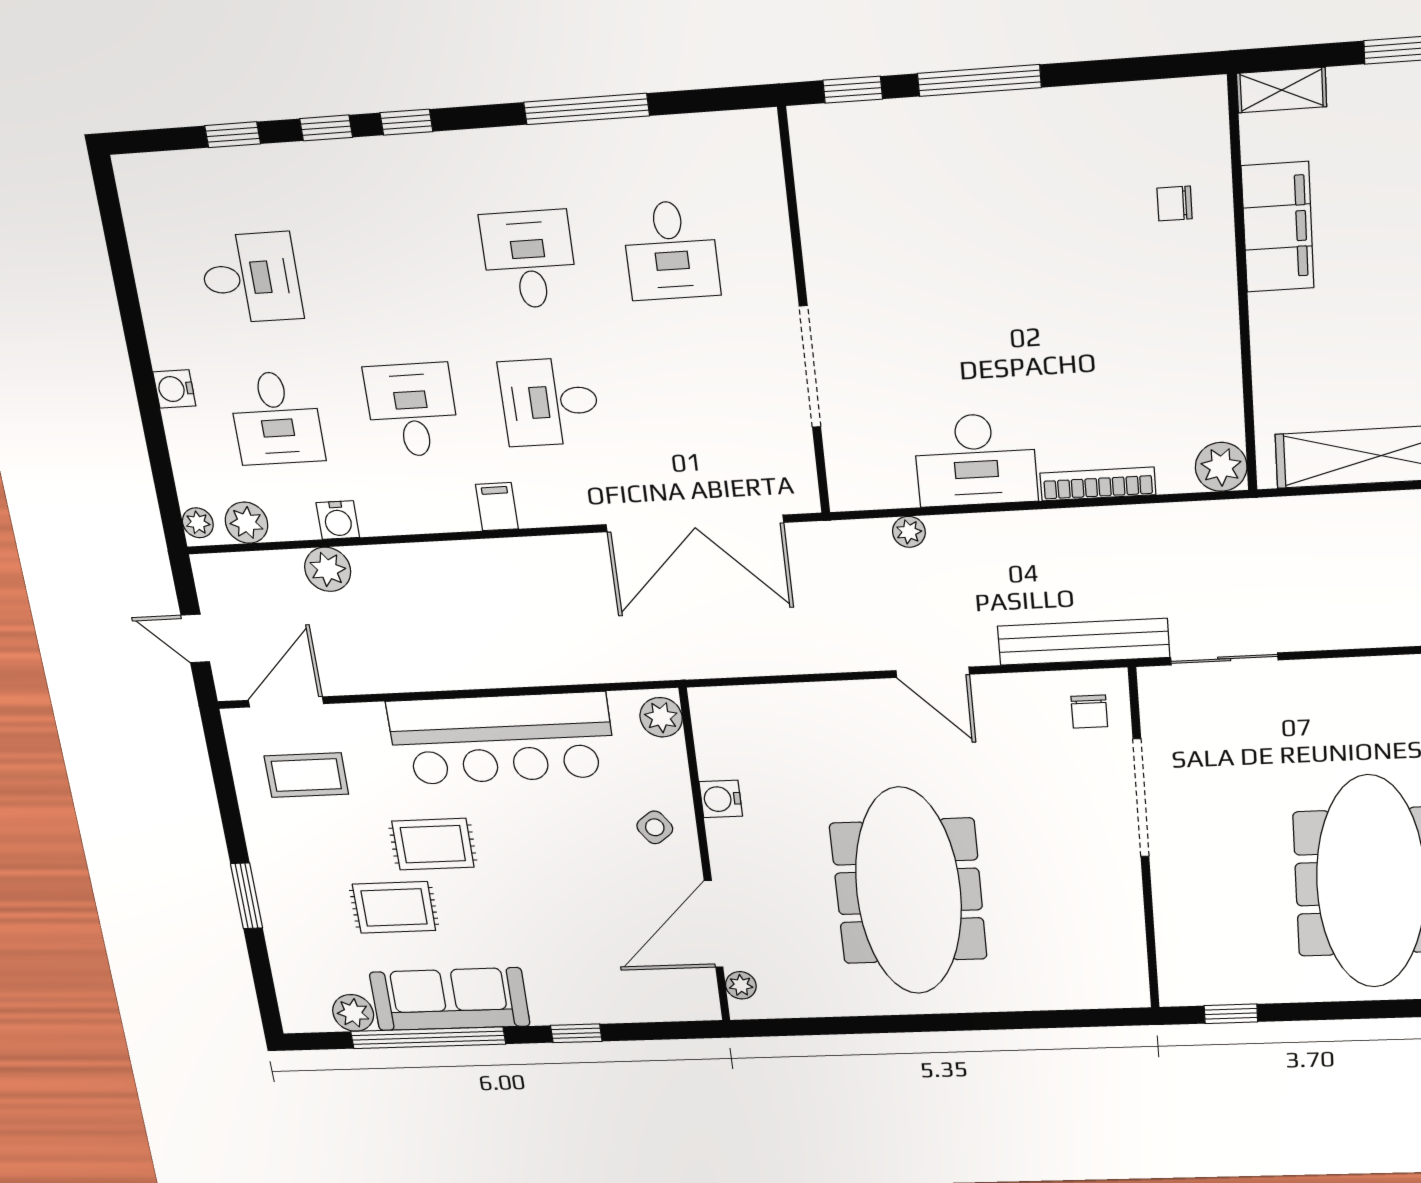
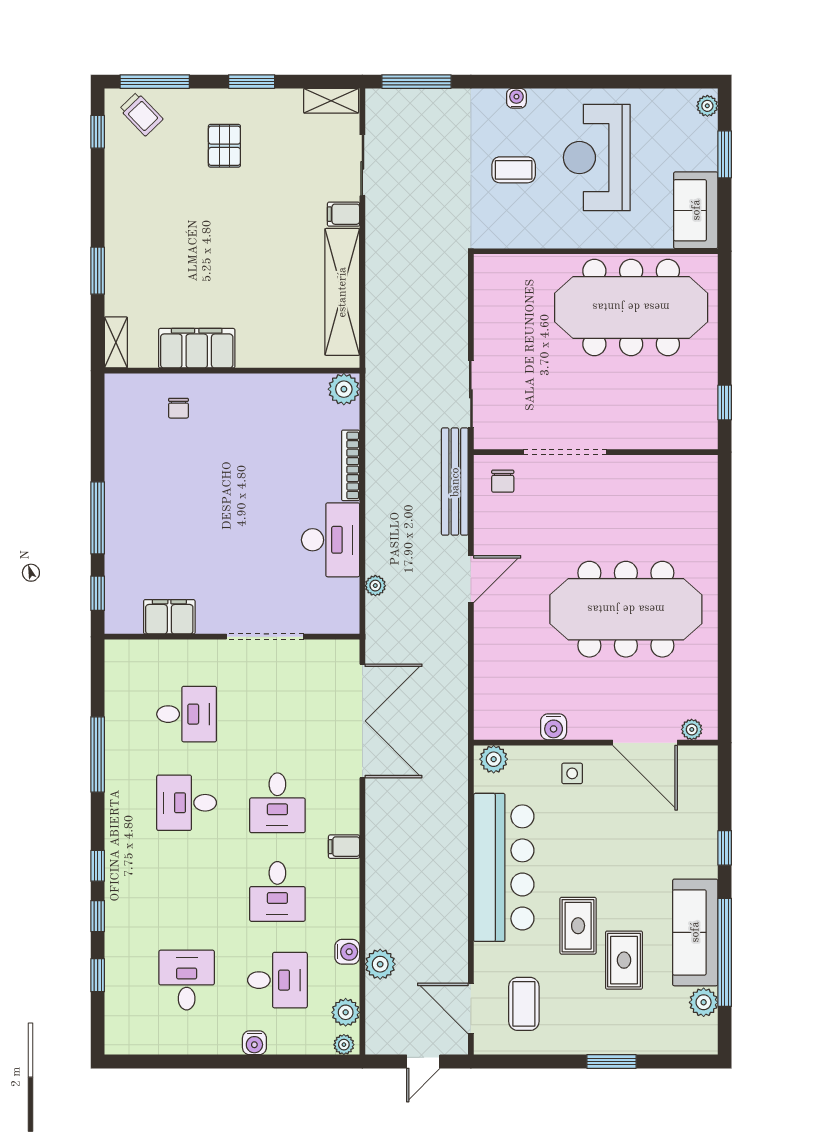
filing cabinet: (826, 212) -> (169, 617), added
desk: (412, 410) -> (277, 891), turned -90
chair: (1089, 711) -> (503, 481), turned 90
side table: (655, 827) -> (572, 773), turned 36

